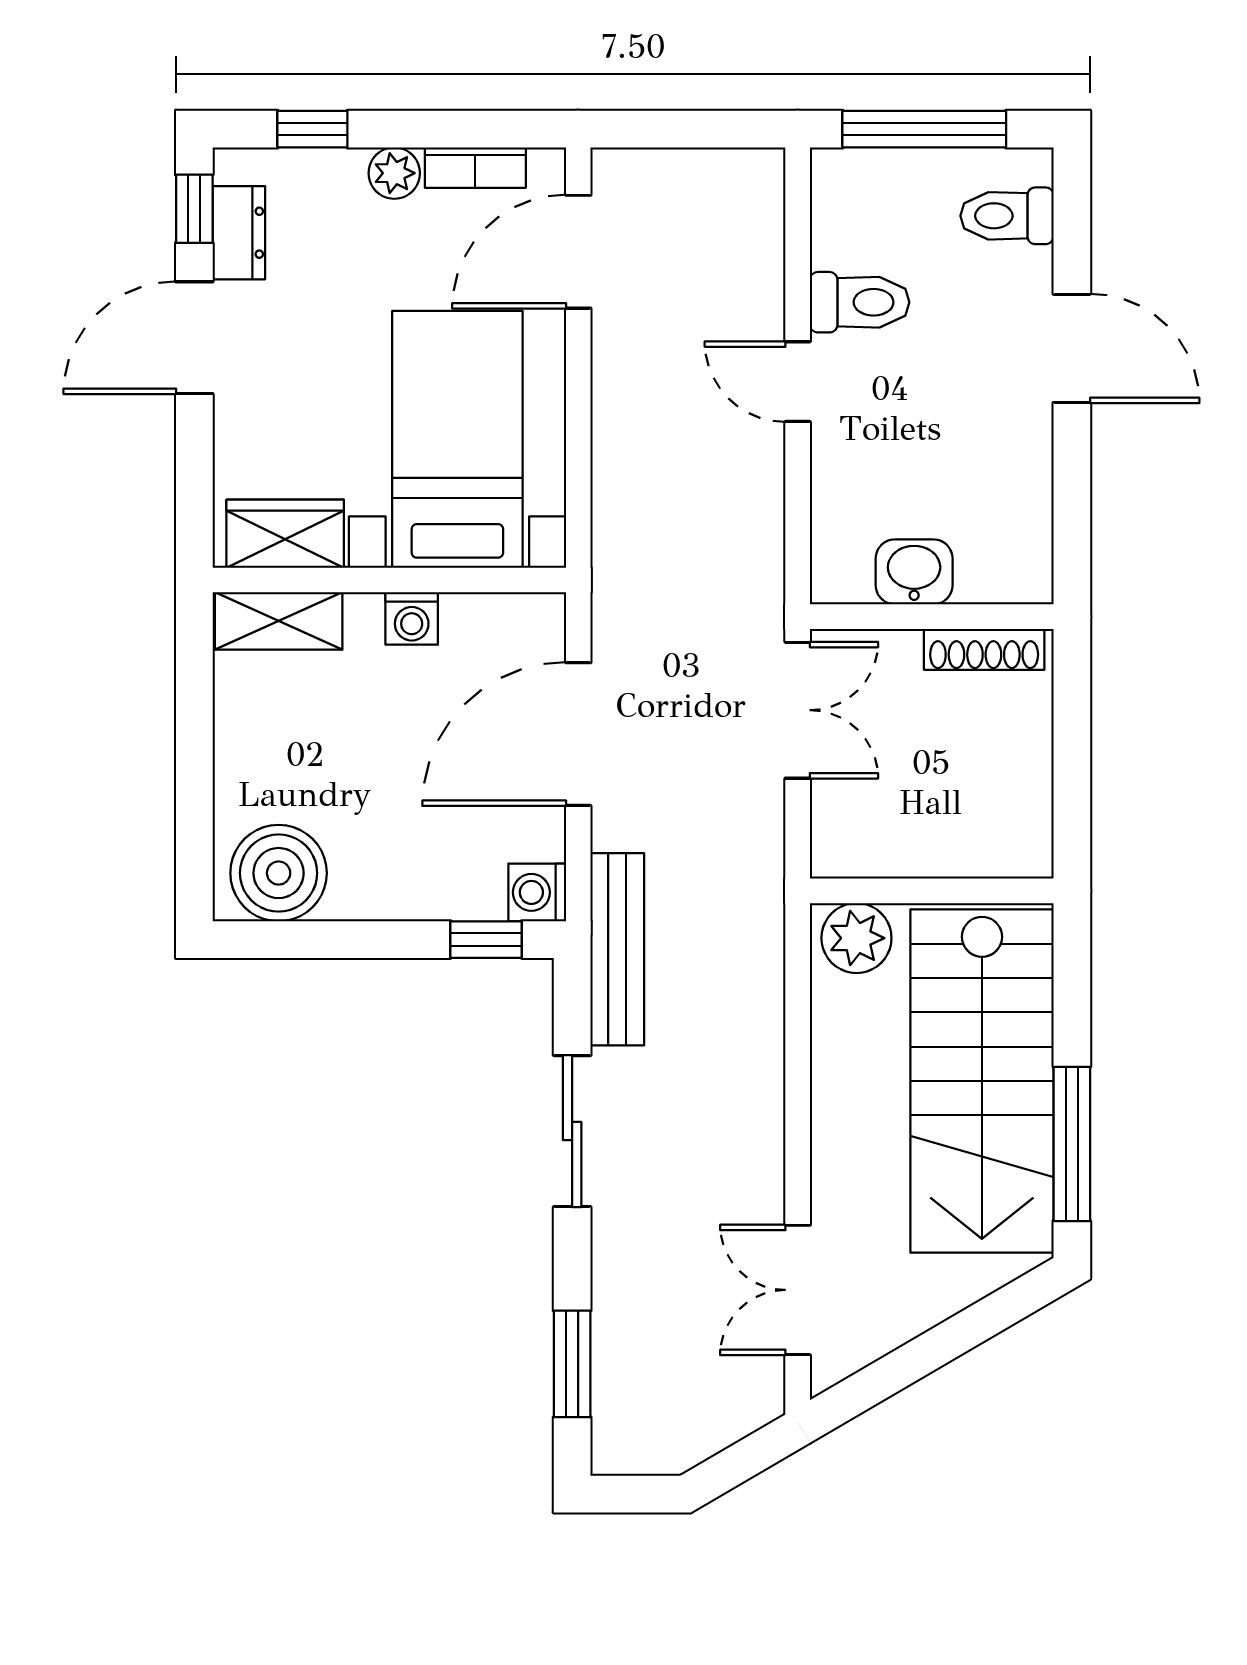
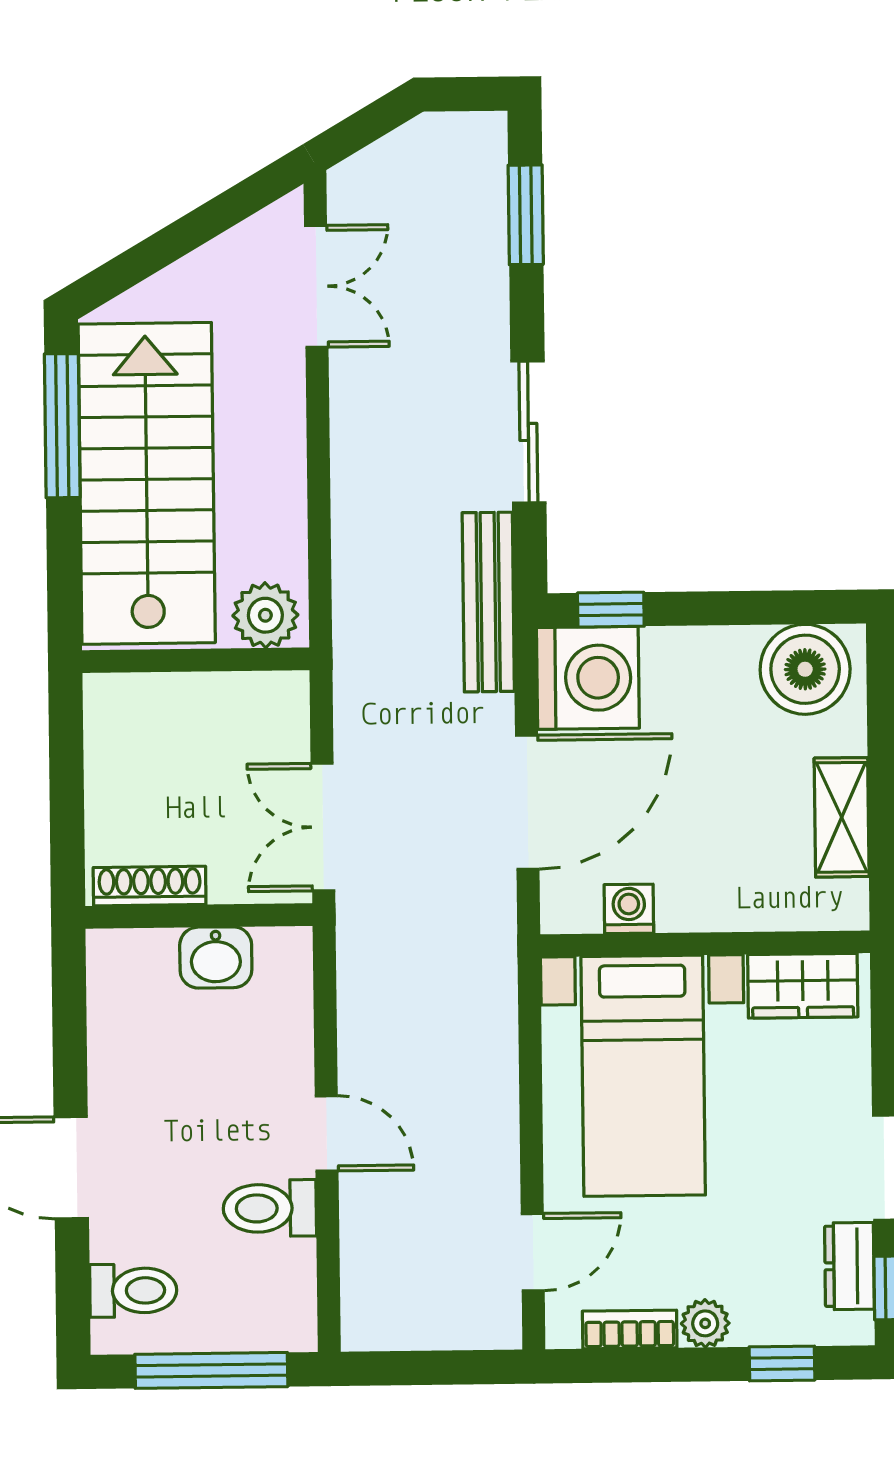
door: (578, 252) -> (533, 1252), width x0.73
washing machine: (412, 618) -> (629, 909), moved
shelving: (279, 621) -> (842, 817), moved, turned 90
washing machine: (537, 892) -> (588, 678), width x1.89, depth x1.89

